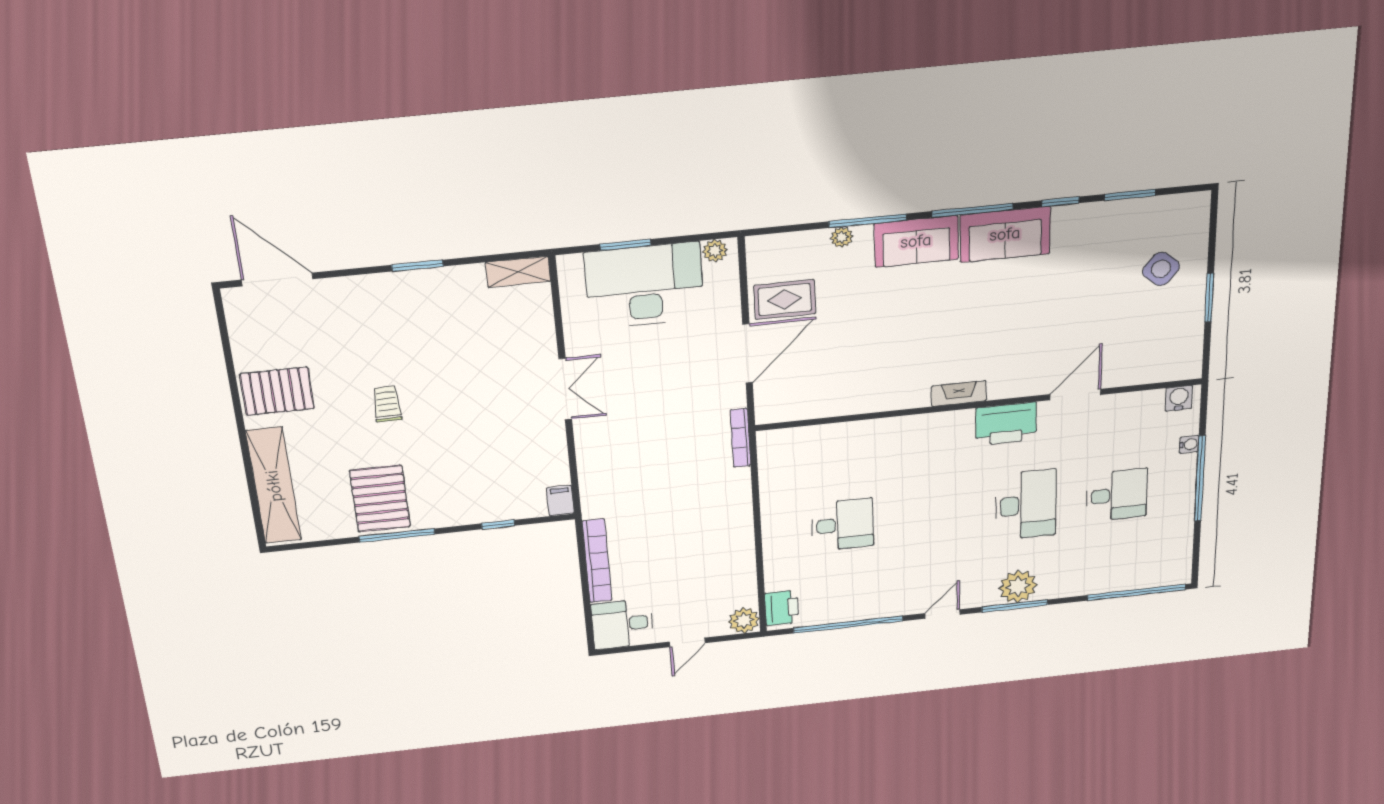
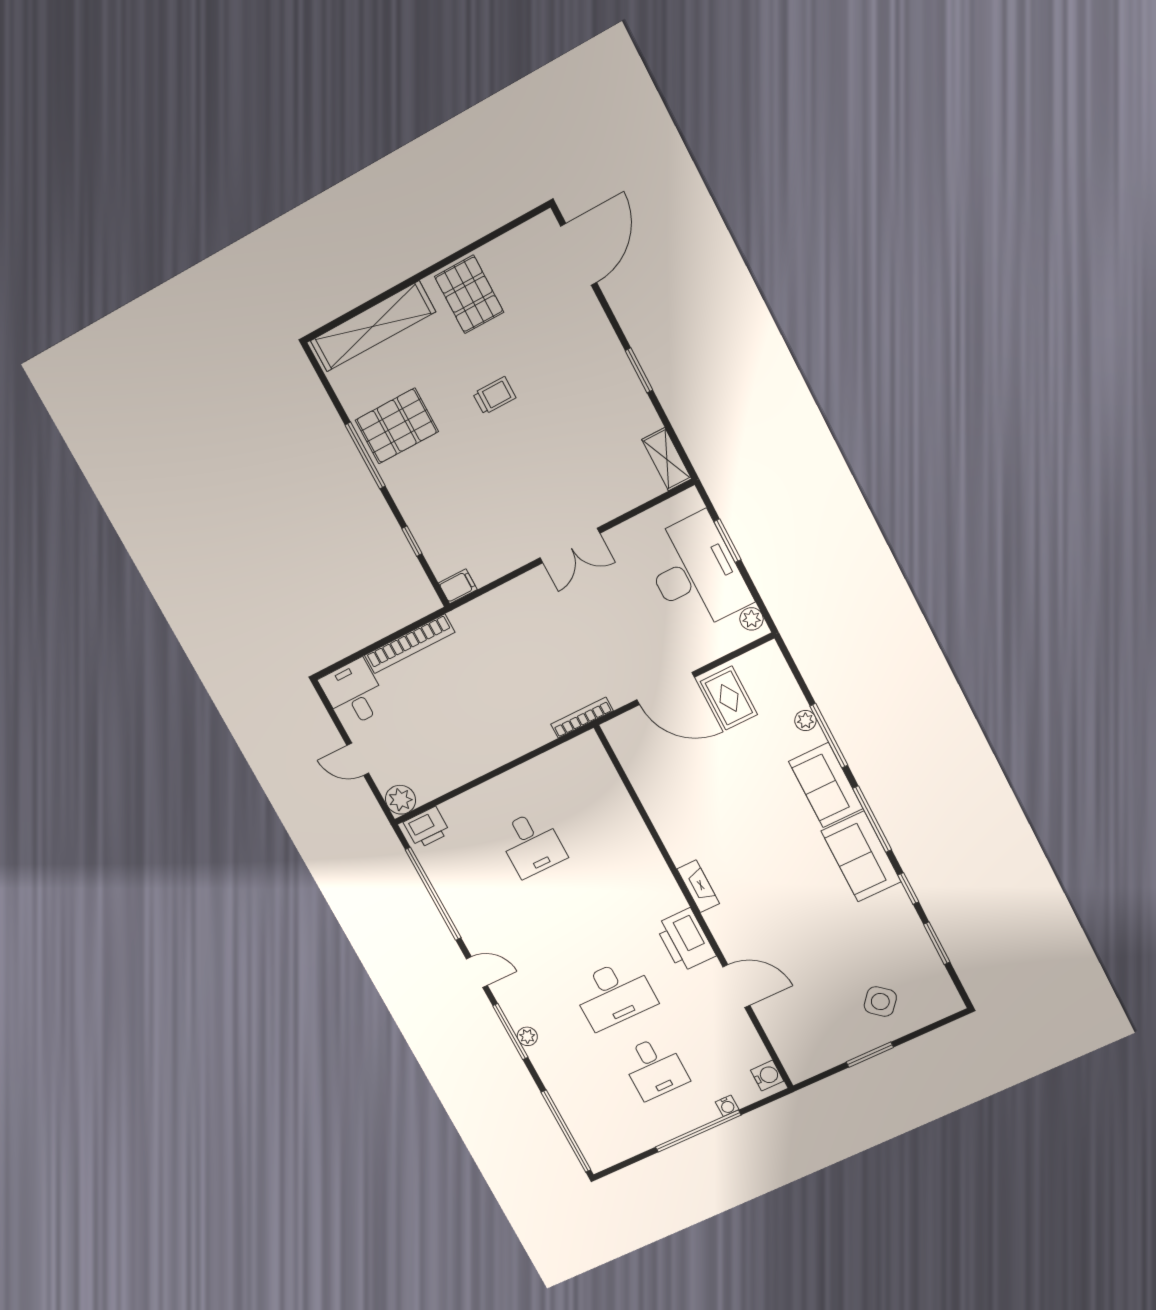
plant: (1018, 587) -> (527, 1036), width x0.53, depth x0.53

